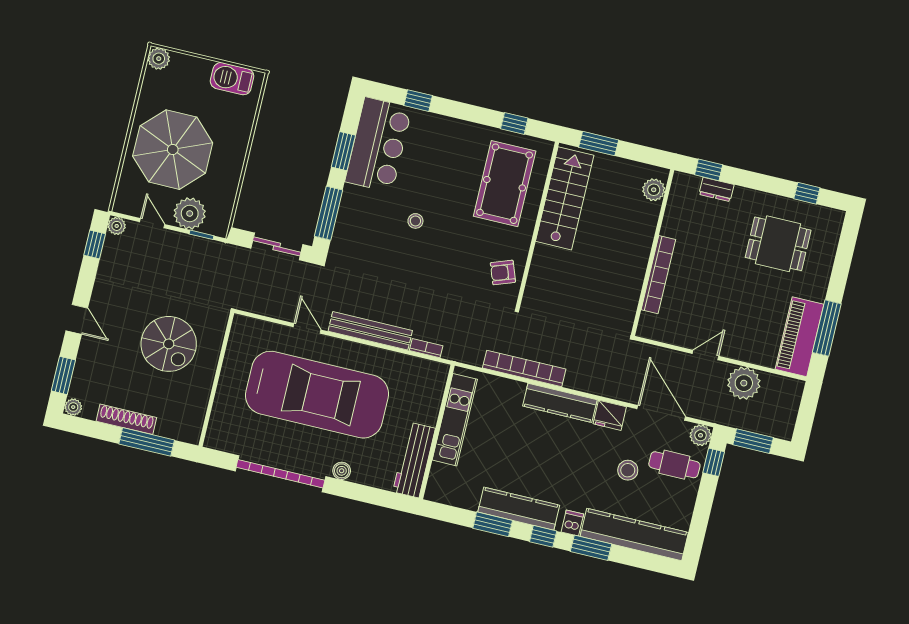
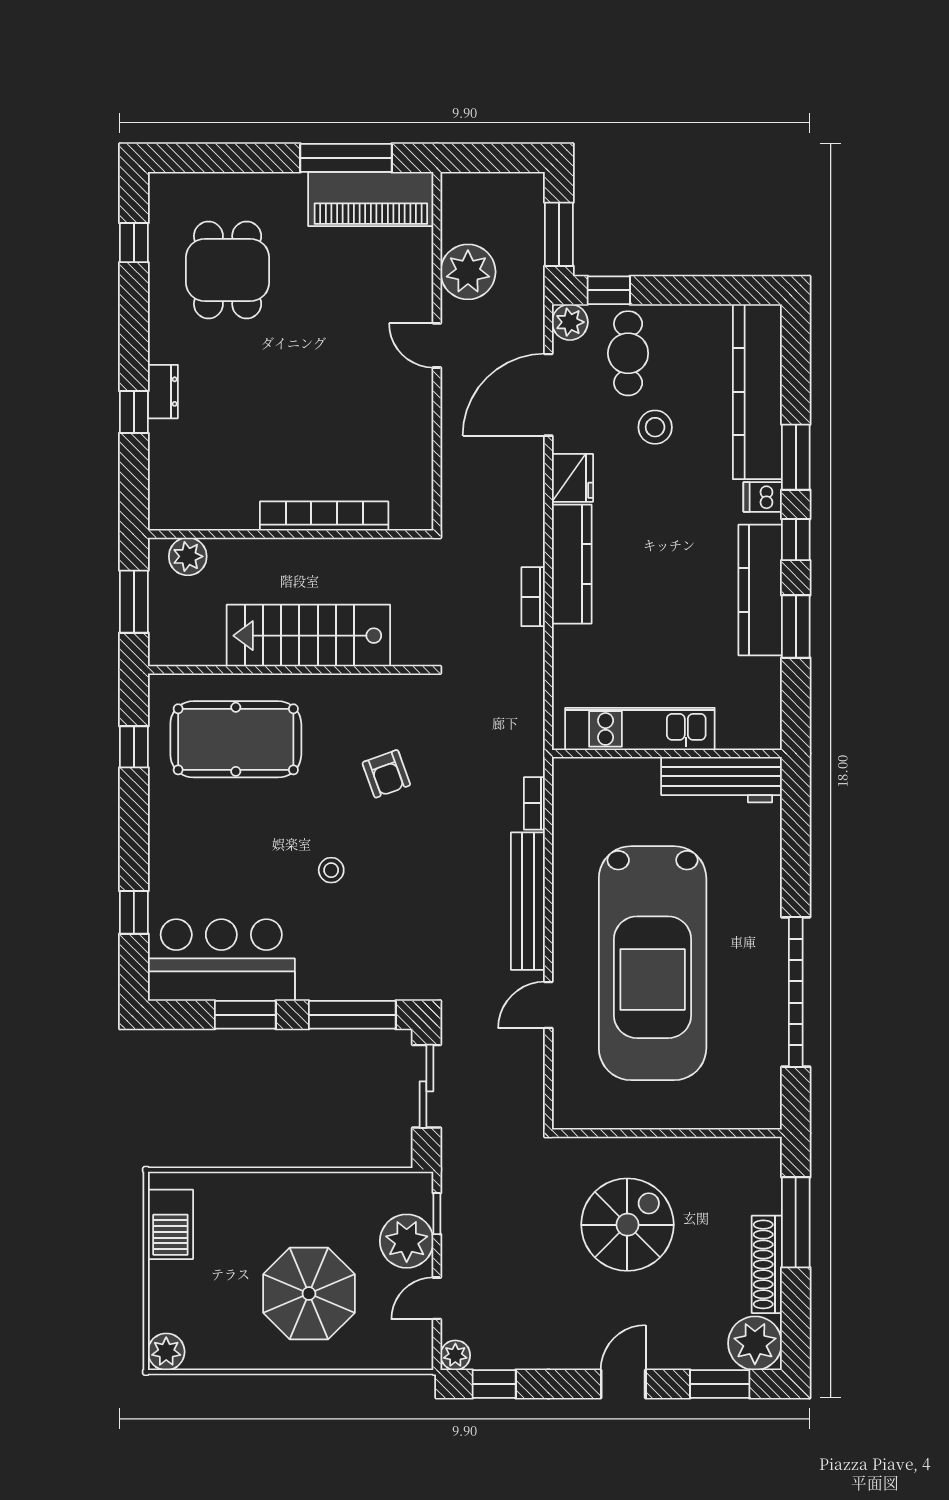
parasol: (173, 150) -> (309, 1294), width x0.73, depth x0.73
plant: (654, 190) -> (188, 556), moved
stairs: (565, 198) -> (308, 636), moved
wall: (653, 253) -> (291, 534), moved
armchair: (503, 272) -> (386, 774), moved
bookcase: (658, 275) -> (324, 516), moved
bookcase: (524, 368) -> (533, 597), width x0.43, depth x0.76
car: (317, 395) -> (653, 963), turned 180
plant: (73, 407) -> (755, 1343), width x1.88, depth x1.88
boiler: (342, 471) -> (767, 893), removed

